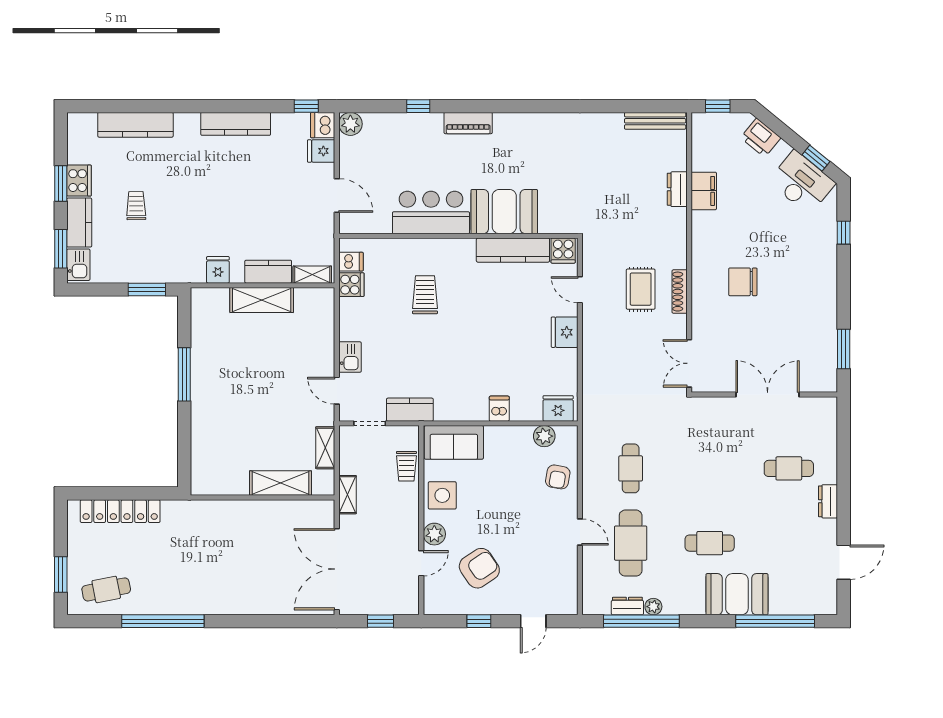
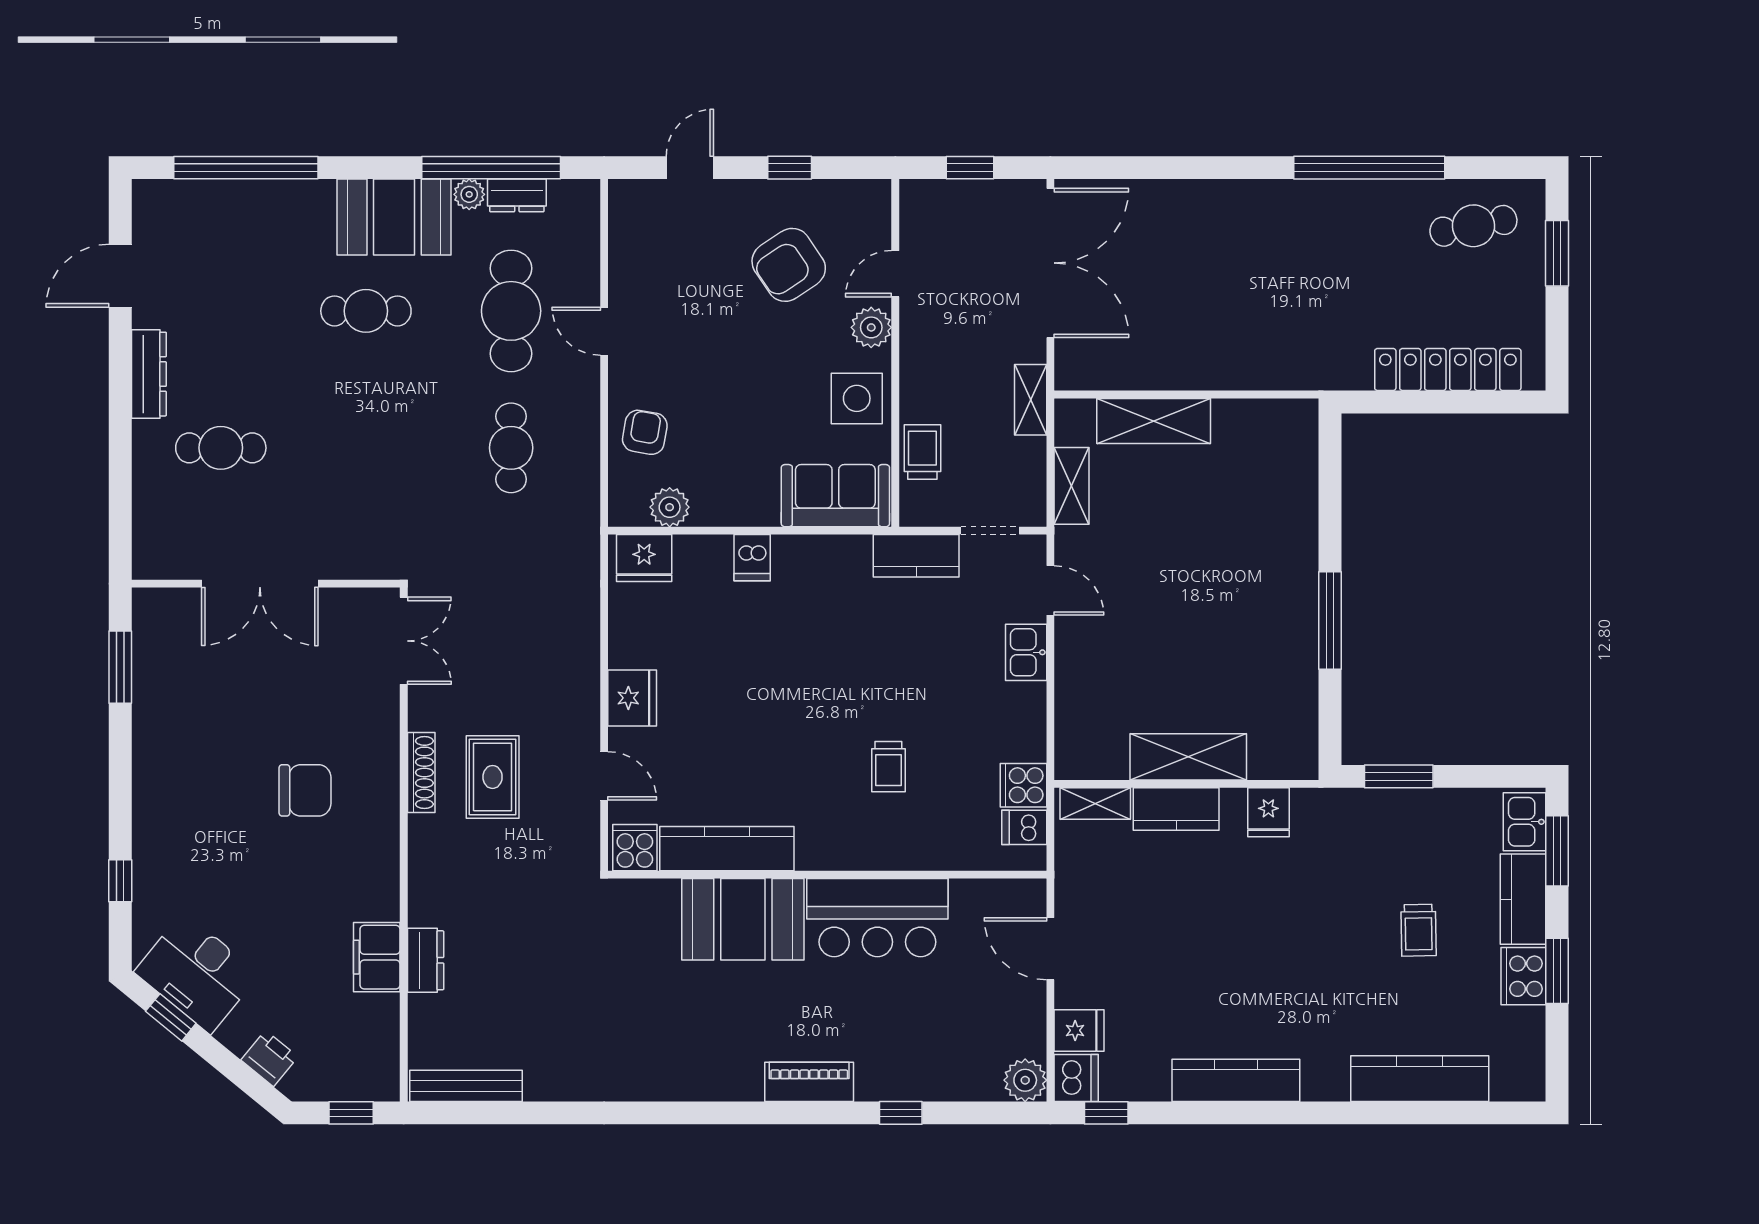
printer: (761, 138) -> (269, 1058), width x0.73, depth x0.81
trolley: (425, 295) -> (888, 767), width x0.73, depth x0.72
dresser: (828, 501) -> (149, 374), width x1.44
booth: (737, 594) -> (394, 217), moved

